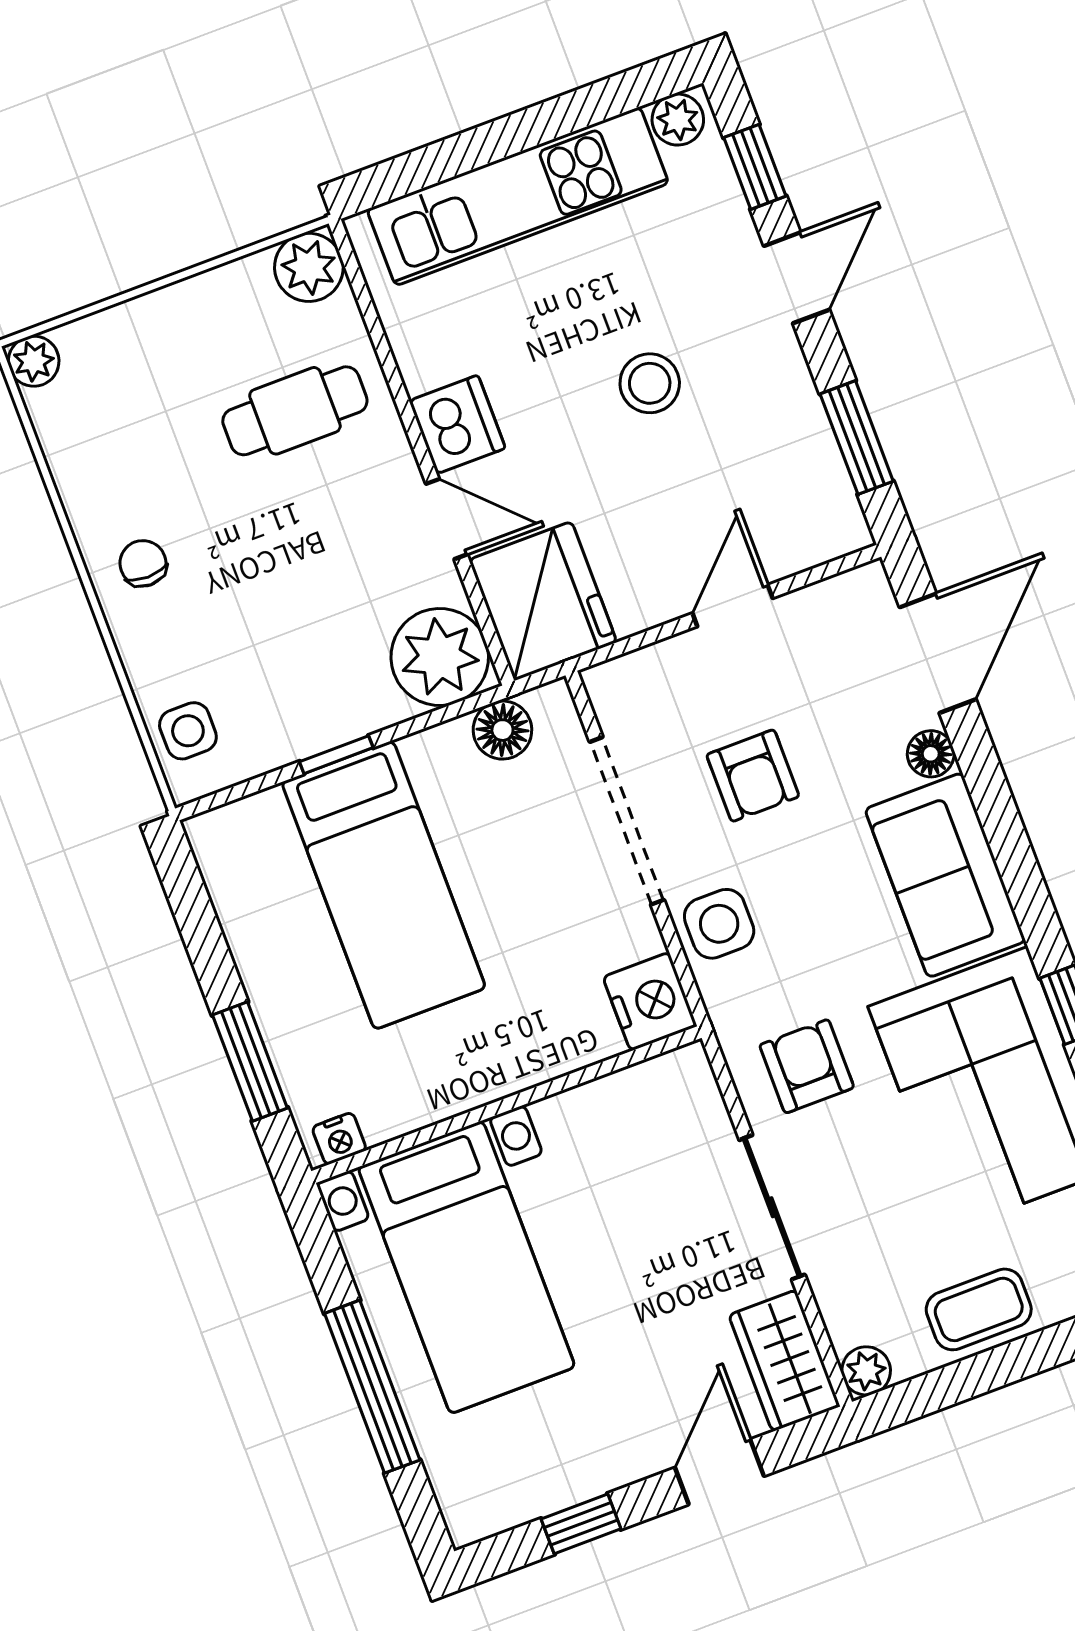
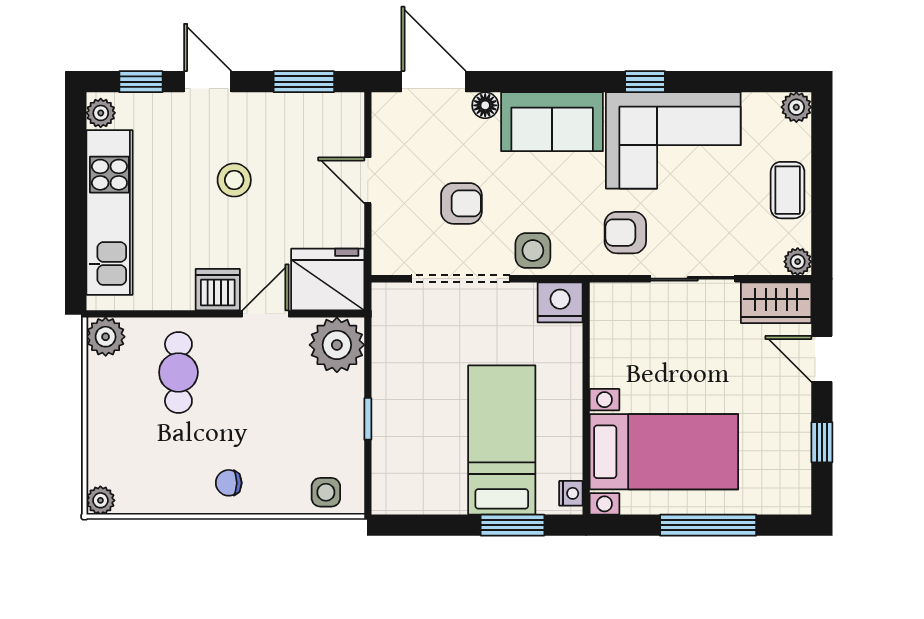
floor lamp: (502, 730) -> (388, 326), removed
bed: (384, 885) -> (502, 440), moved, turned -90

